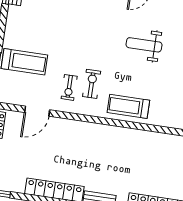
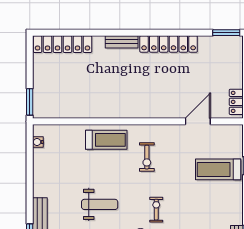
exercise bike: (69, 87) -> (156, 210), moved

